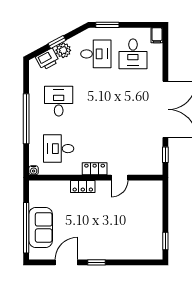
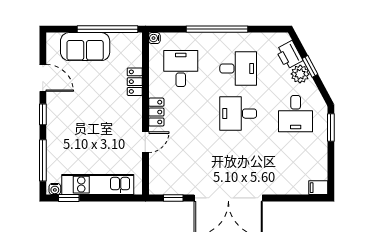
desk: (133, 54) -> (238, 114), moved
door: (119, 178) -> (145, 142), swing flipped
locker: (83, 187) -> (135, 82), moved
kitchen unit: (154, 217) -> (98, 185), added
window: (26, 228) -> (107, 29), moved
water cooler: (158, 252) -> (55, 189), added
window: (134, 262) -> (43, 160), added

